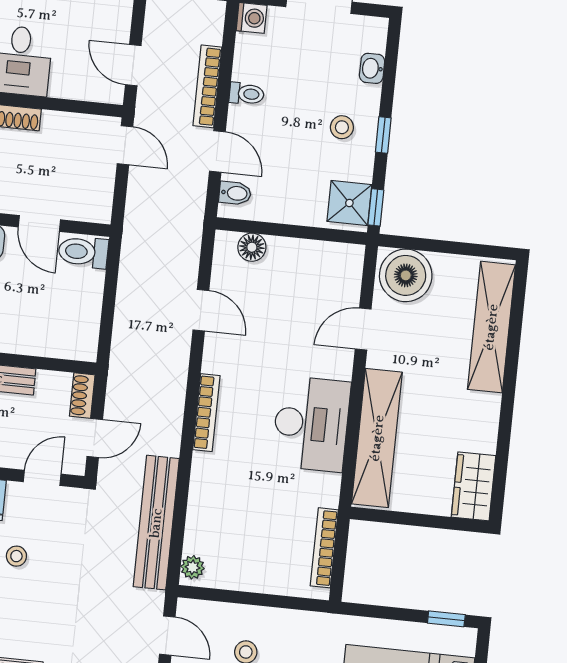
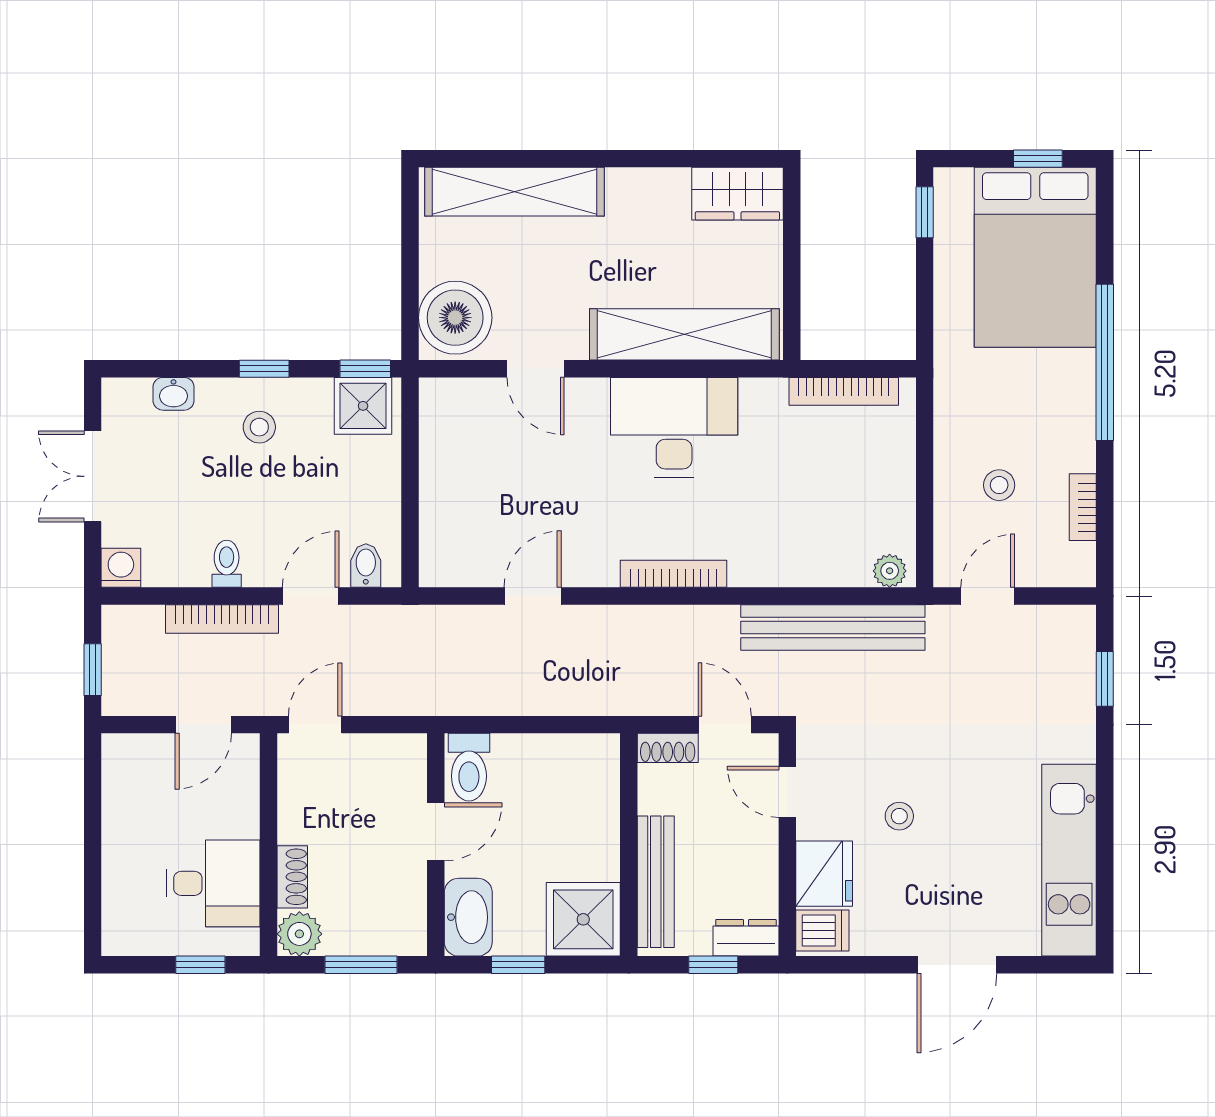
floor lamp: (252, 247) -> (438, 534), removed

